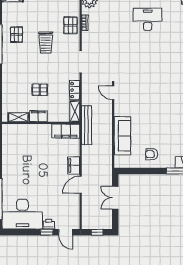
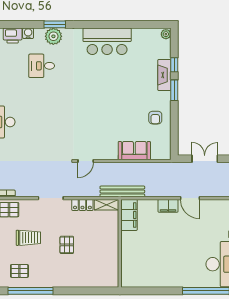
pallet: (40, 90) -> (67, 245), moved
filing cabinet: (38, 116) -> (112, 246), removed
shelving: (18, 117) -> (113, 269), removed
sofa: (122, 136) -> (134, 151), width x0.73
double door: (115, 198) -> (205, 159), swing flipped

